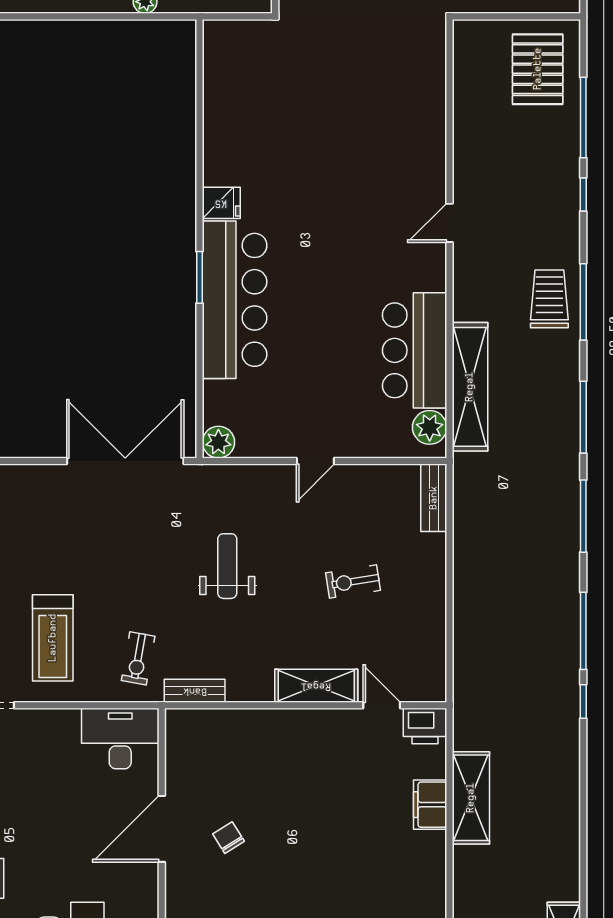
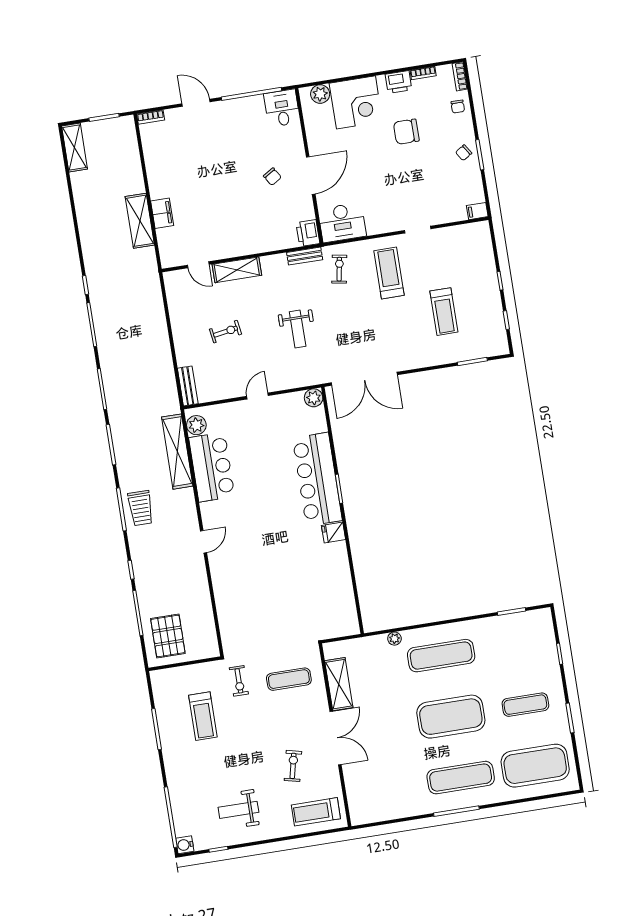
printer: (425, 726) -> (308, 233), moved, turned -90

